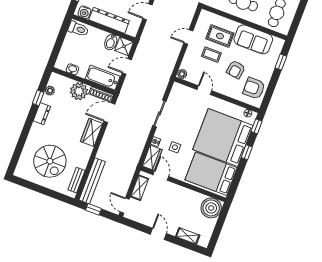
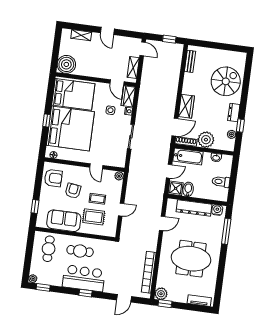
toilet: (78, 29) -> (221, 182), moved
window: (257, 126) -> (43, 145), removed
spiral stairs: (50, 161) -> (226, 81), moved, turned 90
bench: (92, 181) -> (176, 64), removed

